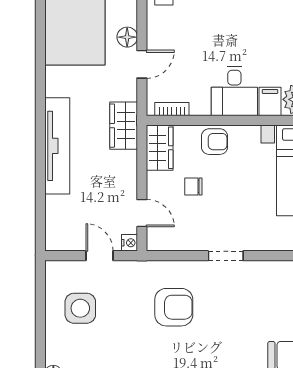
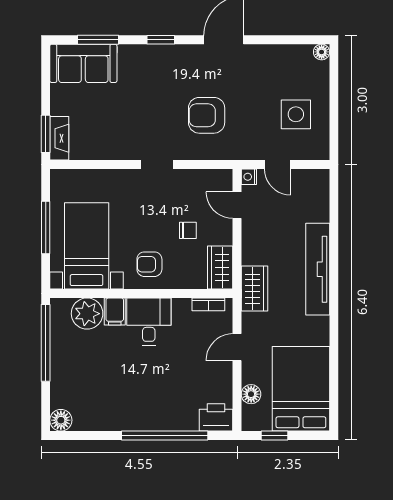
floor lamp: (127, 37) -> (251, 394), moved
armchair: (215, 142) -> (149, 264), moved

